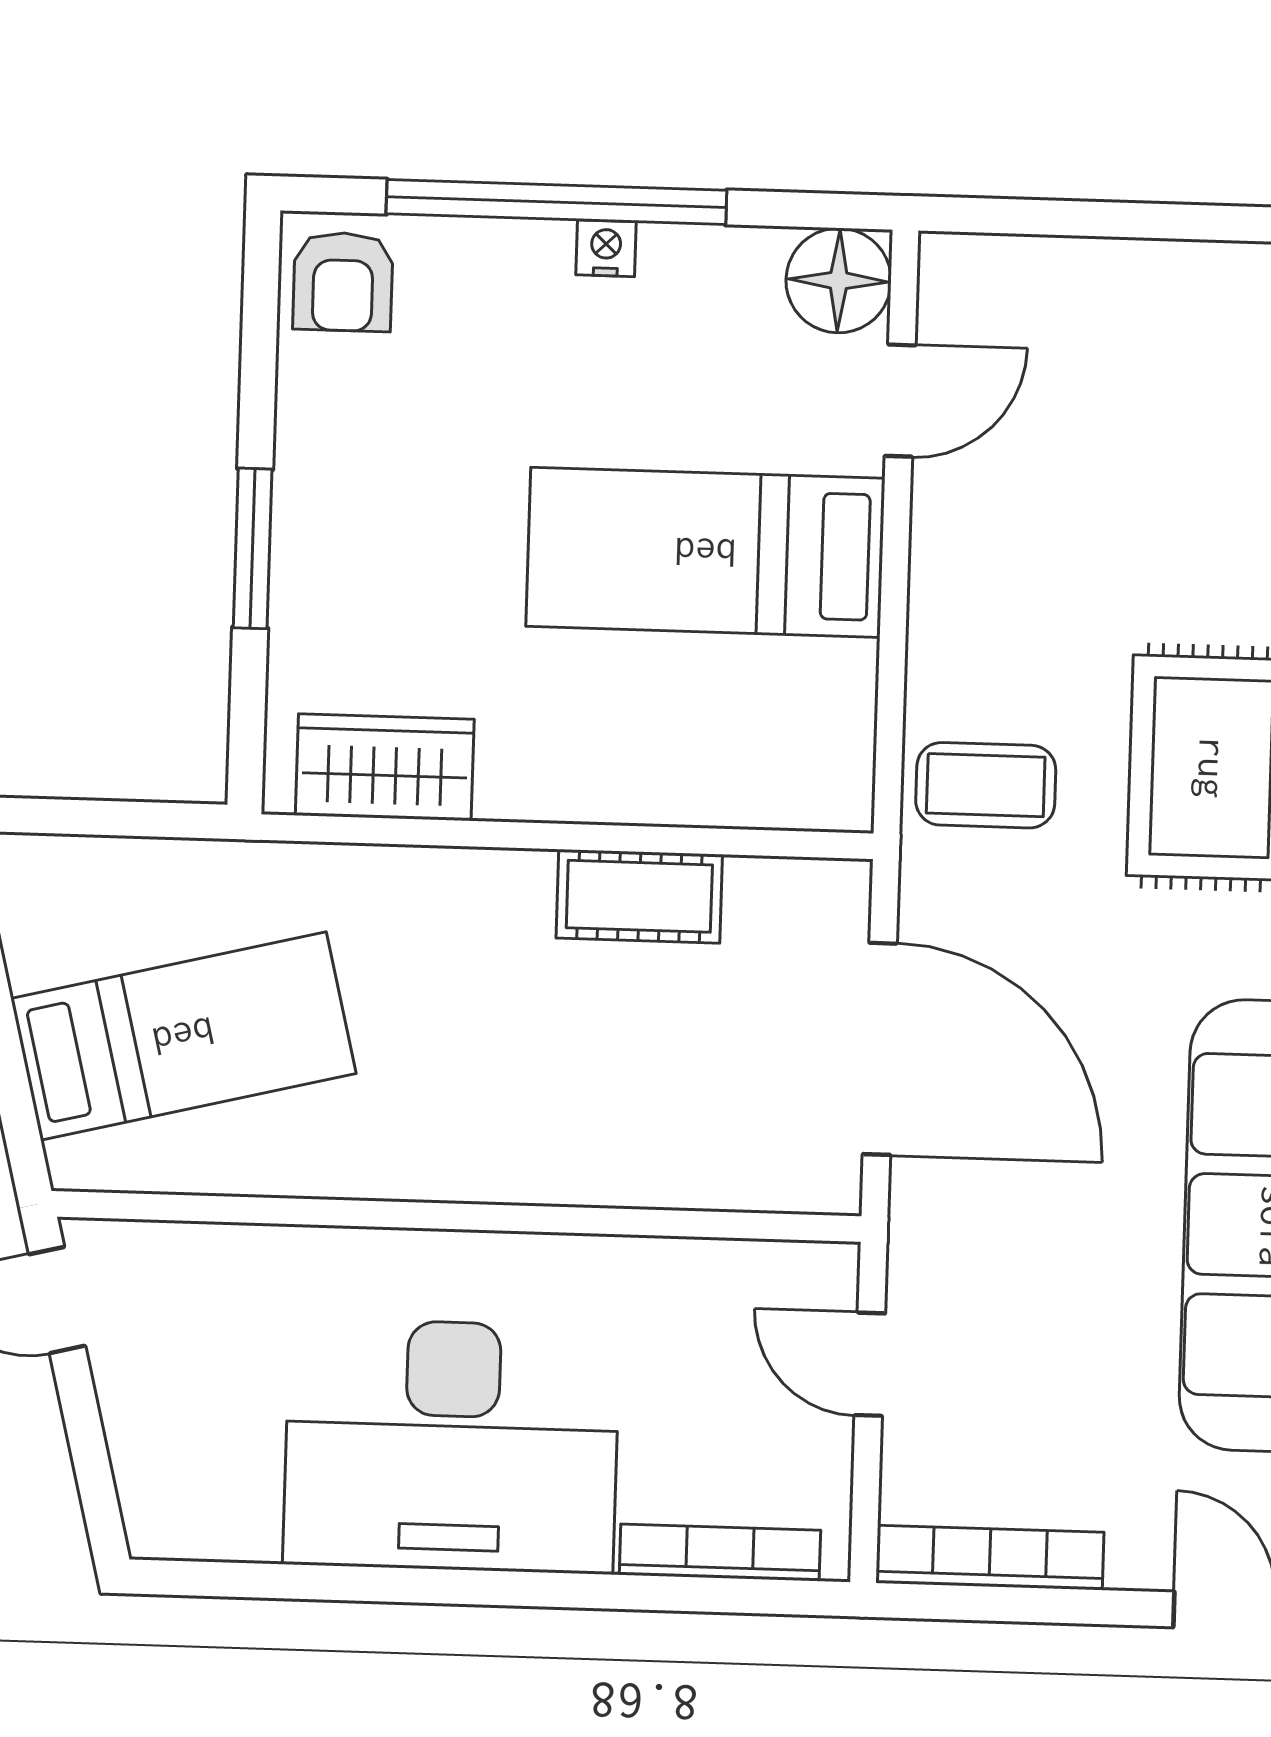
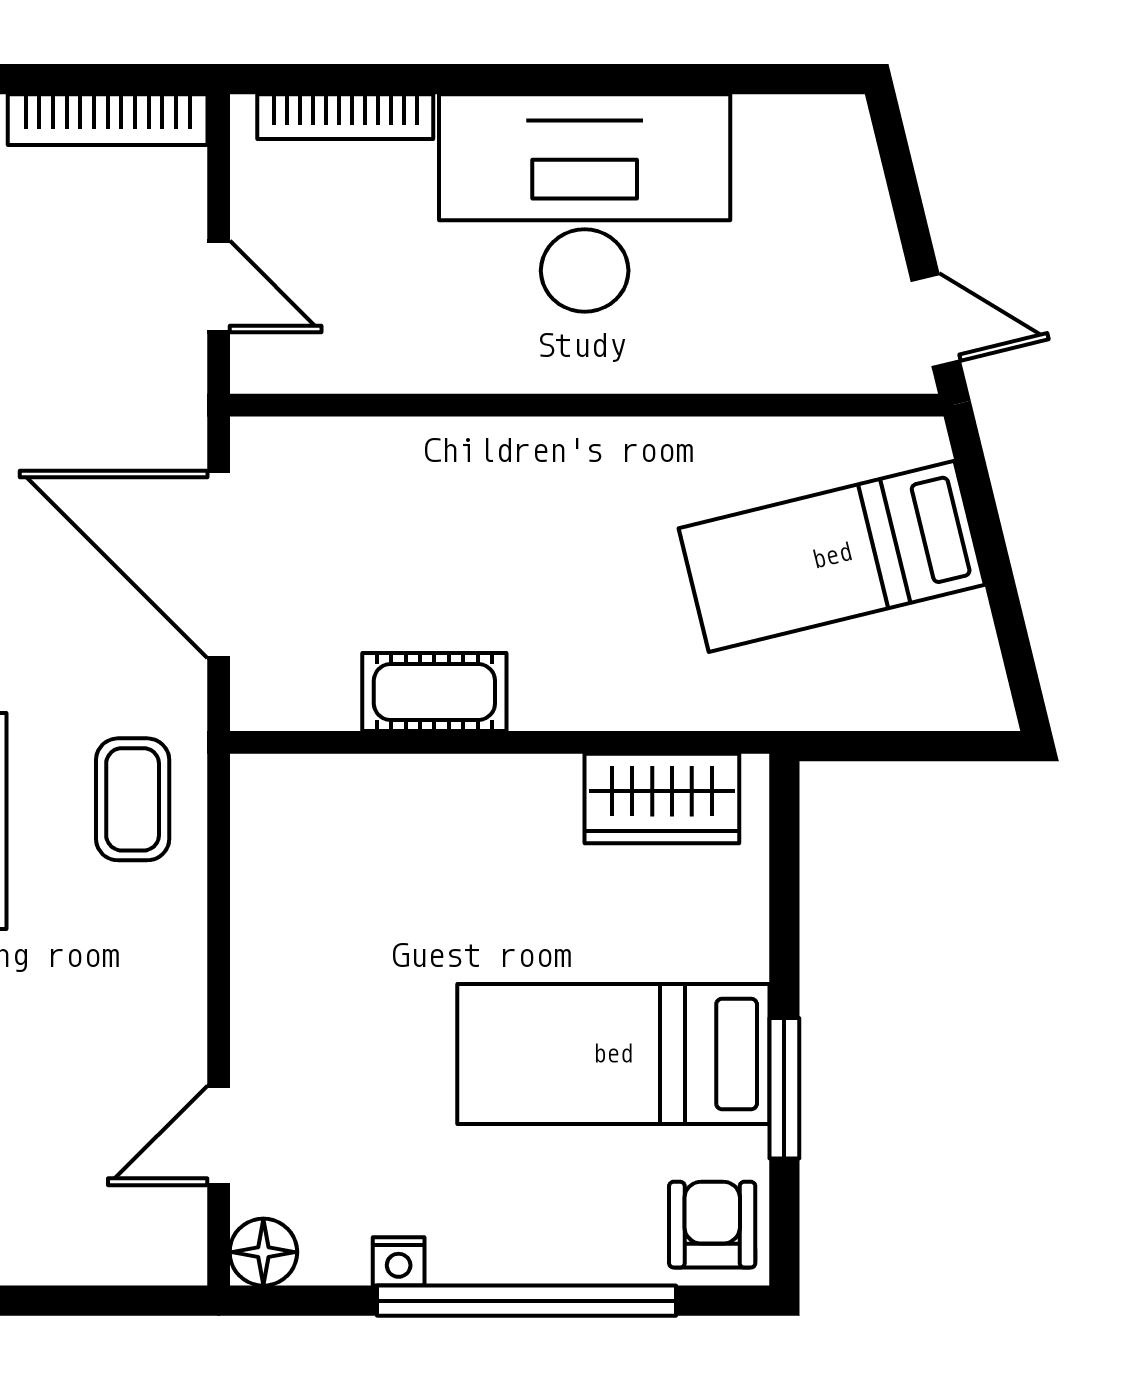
nightstand: (606, 248) -> (399, 1261), moved
floor lamp: (839, 281) -> (263, 1252), width x0.73, depth x0.73
window: (253, 548) -> (784, 1088), moved
bed: (705, 552) -> (613, 1054), moved, turned 180
coffee table: (986, 785) -> (133, 799), turned 90

